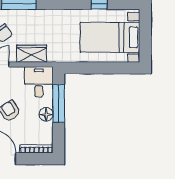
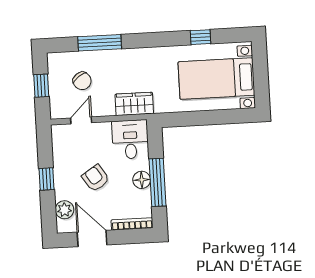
wardrobe: (32, 54) -> (134, 104), moved
window: (59, 103) -> (158, 182), moved

